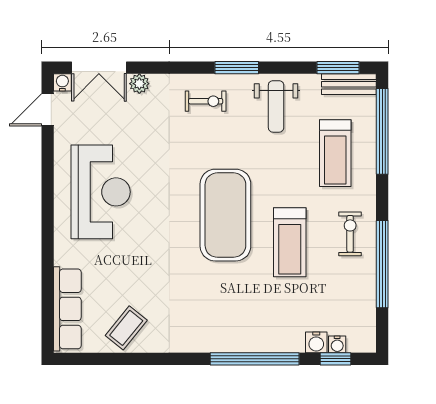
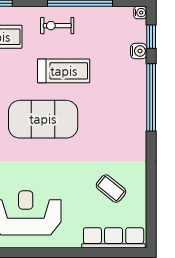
coffee table: (126, 328) -> (111, 189), moved
water cooler: (337, 344) -> (140, 13), moved

